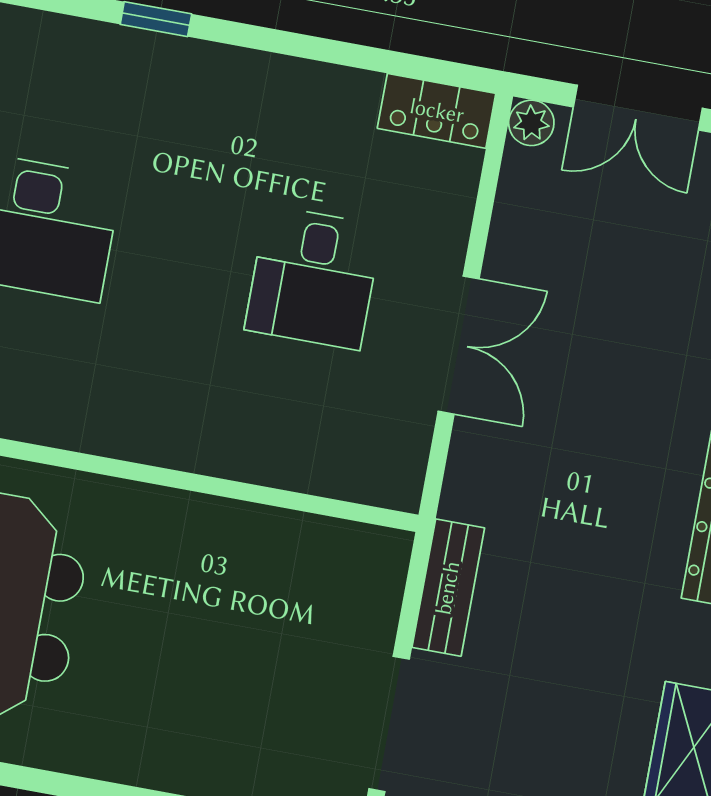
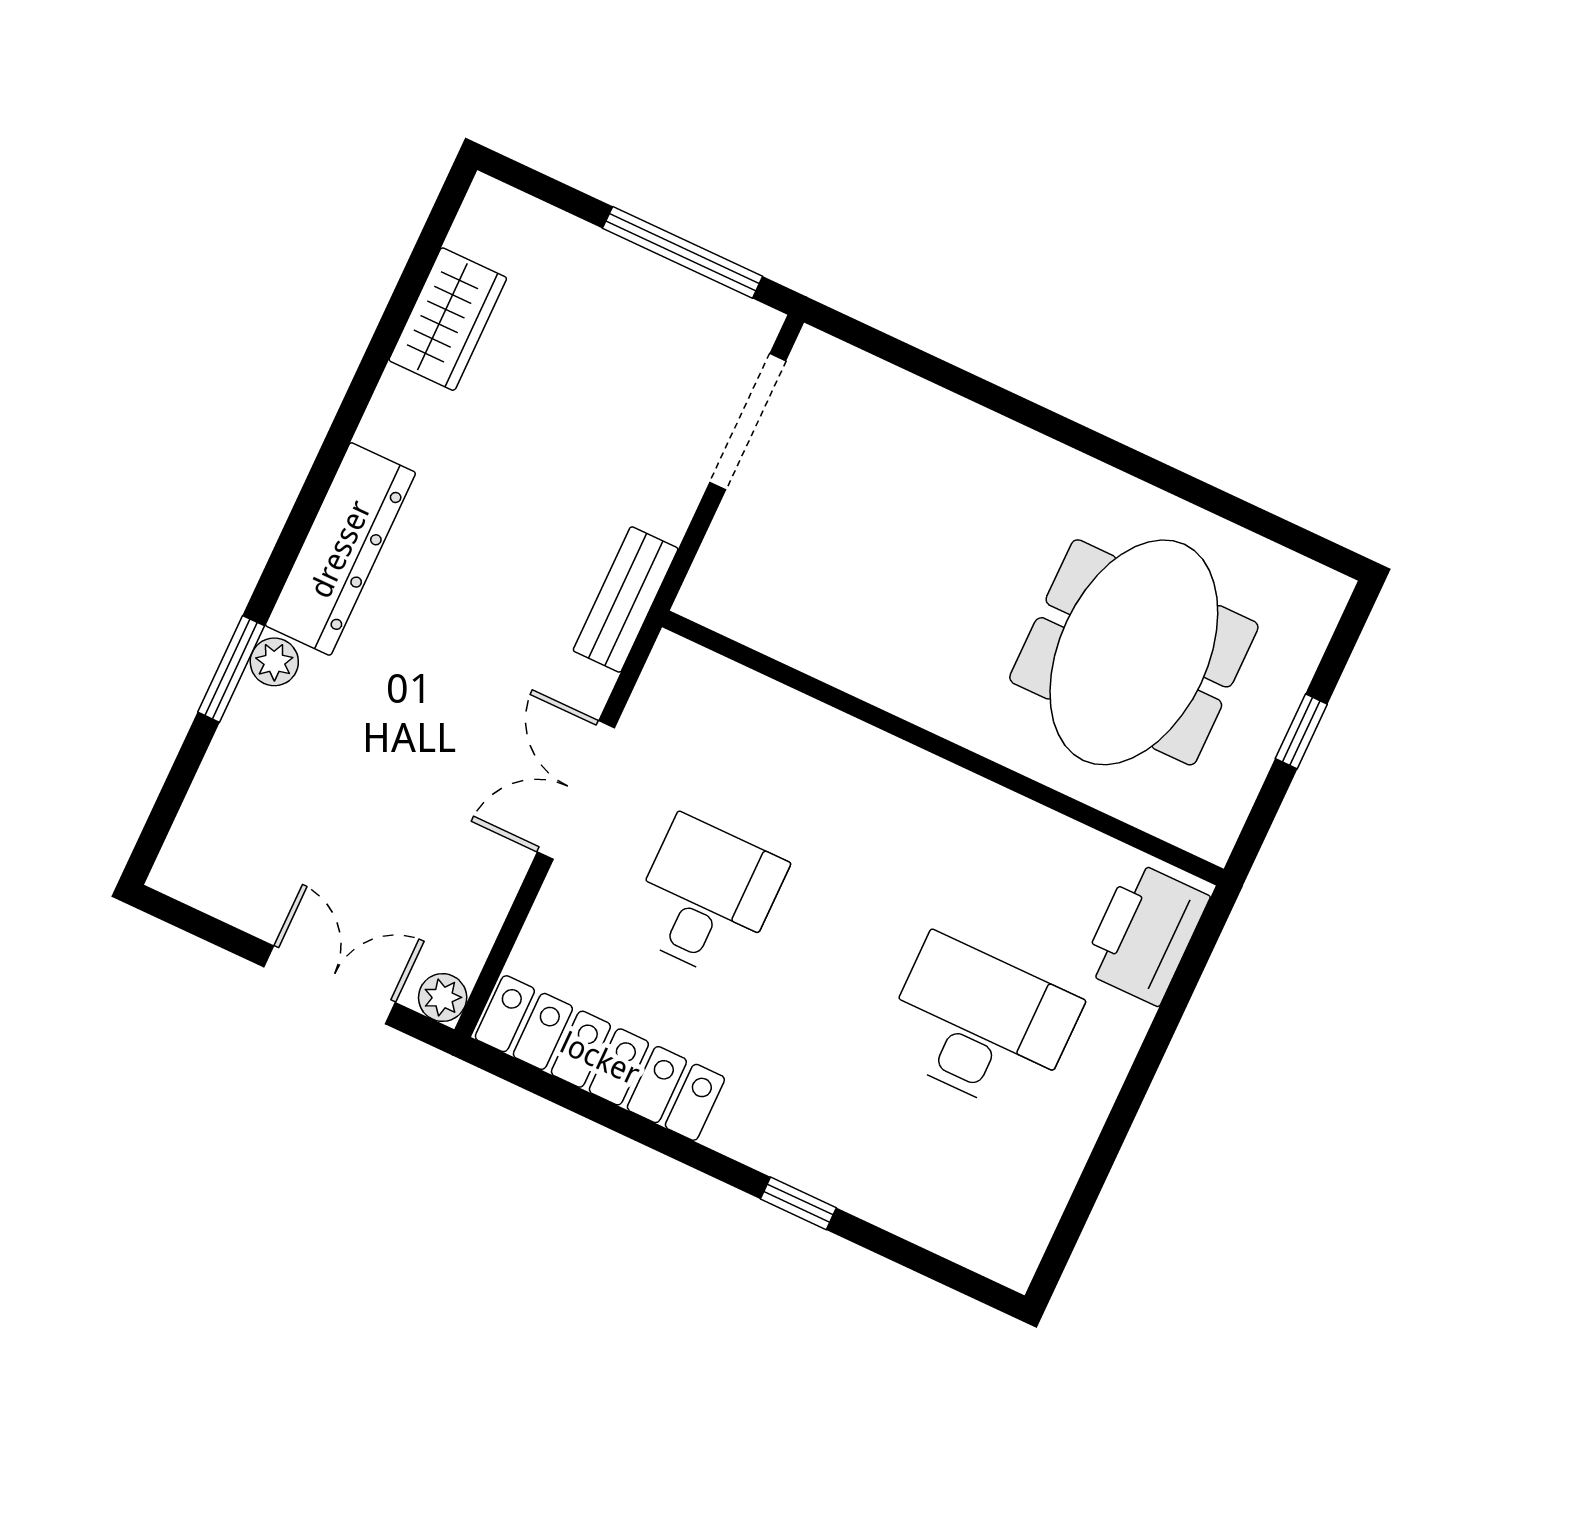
locker: (437, 111) -> (600, 1058), width x2.16, depth x1.21
bench: (448, 588) -> (626, 600), moved

